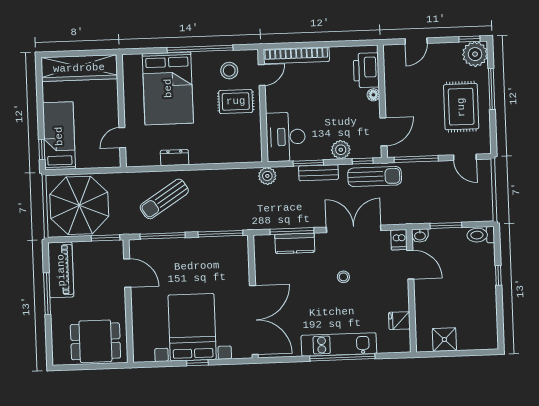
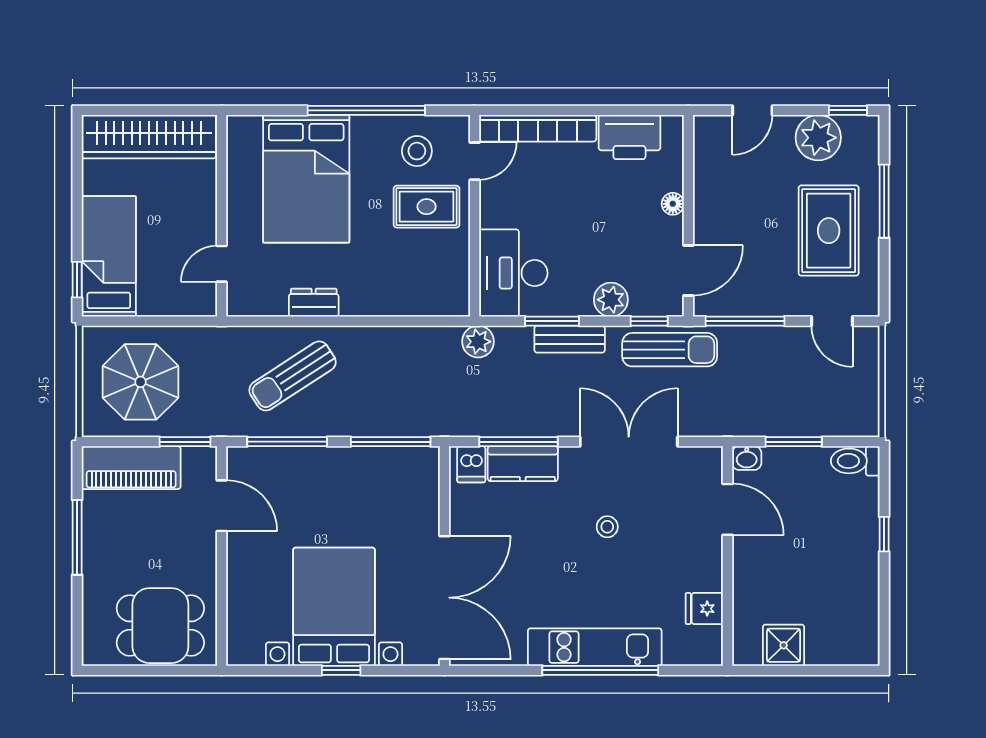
plant: (475, 54) -> (818, 138), moved
printer: (366, 70) -> (629, 137), moved, turned -90
parasol: (79, 205) -> (140, 382), width x0.73, depth x0.73
dishwasher: (399, 240) -> (471, 464), moved
piano: (61, 270) -> (131, 468), moved, turned 90

